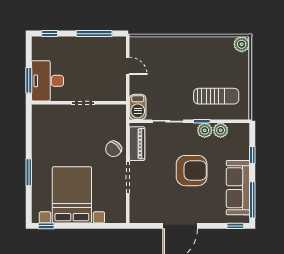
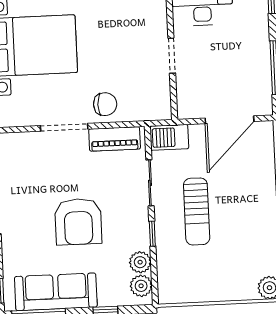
door: (128, 66) -> (230, 120), width x1.88
sun lounger: (216, 96) -> (197, 211), moved
plant: (205, 130) -> (141, 286), moved
chair: (113, 149) -> (105, 104), turned 138

